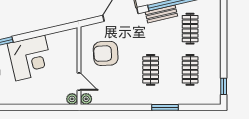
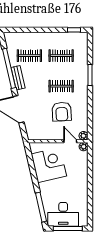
armchair: (106, 53) -> (62, 112), moved
corner desk: (30, 58) -> (49, 165), moved
door: (79, 82) -> (70, 141), hinge flipped

